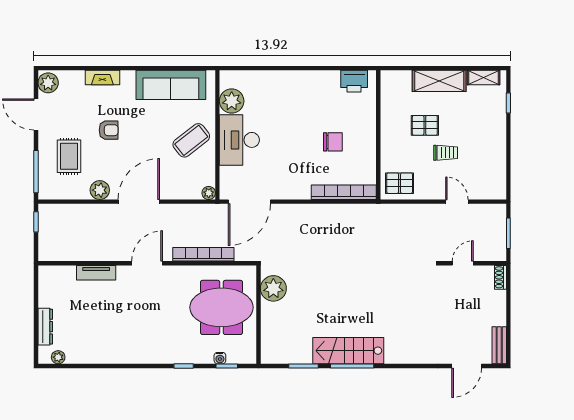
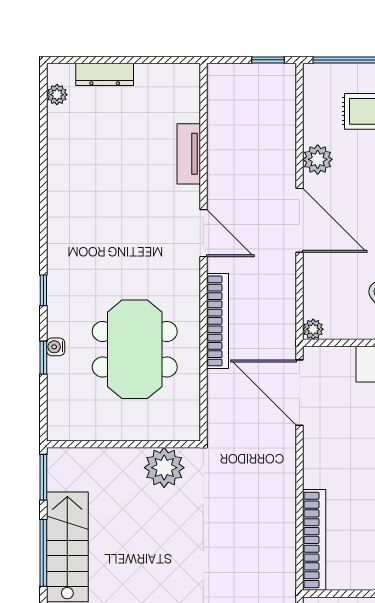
plant: (273, 288) -> (164, 468), moved
wall: (258, 315) -> (123, 444), moved

